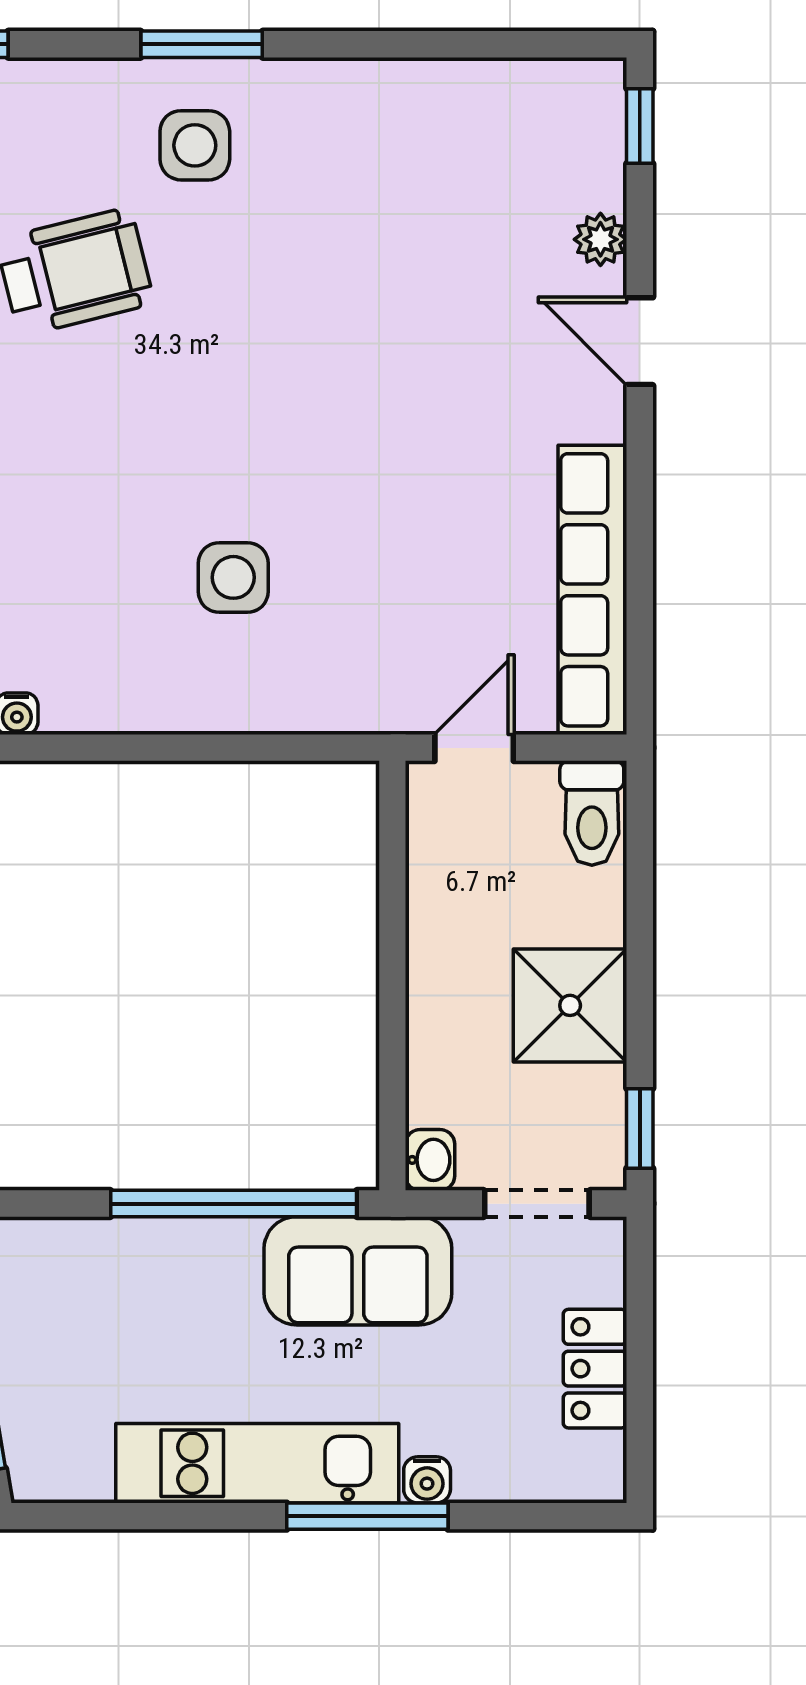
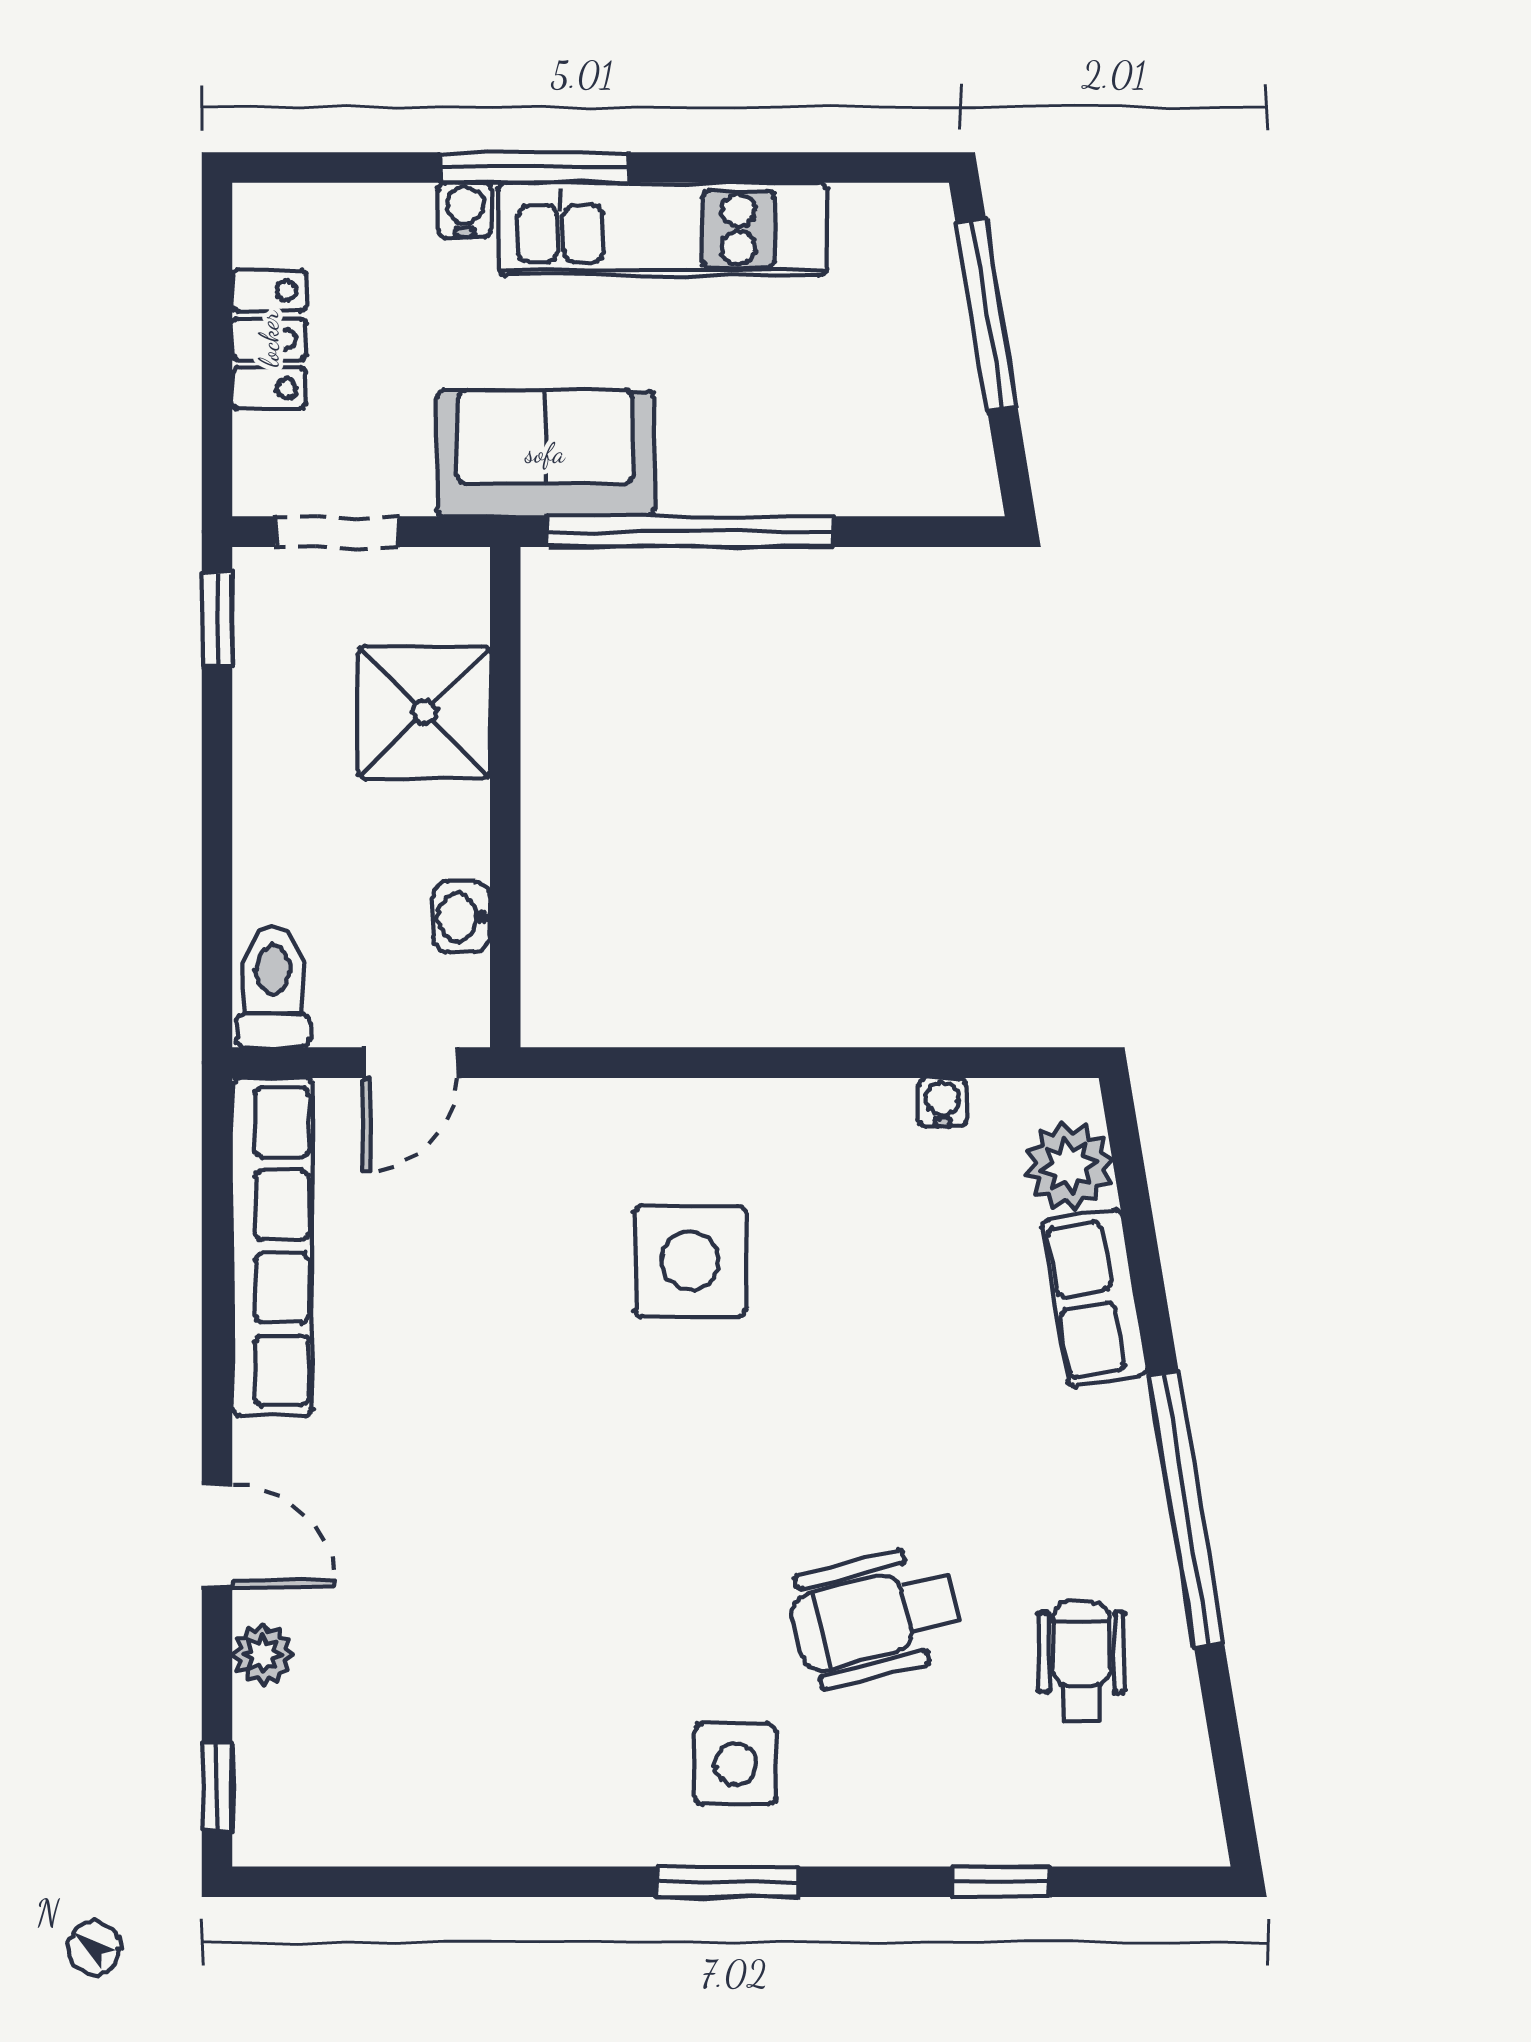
side table: (233, 577) -> (690, 1261), width x1.37, depth x1.37
shower: (570, 1005) -> (424, 712), moved
washbasin: (430, 1160) -> (461, 917), moved

